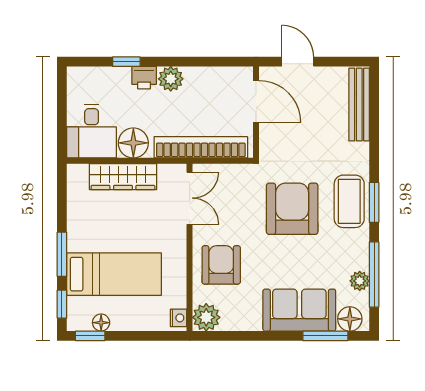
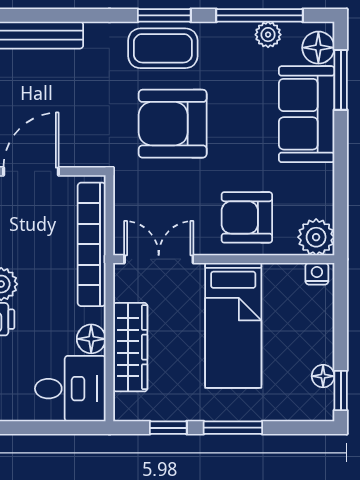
floor lamp: (133, 143) -> (91, 339), width x0.73, depth x0.73
bed: (114, 274) -> (233, 325), moved, turned 180
window: (62, 304) -> (168, 428), moved

